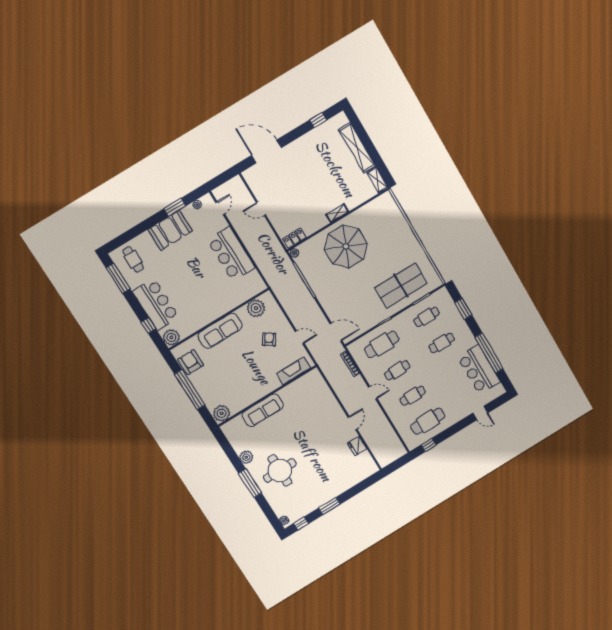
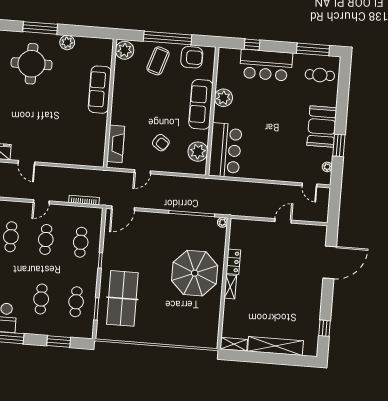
locker: (294, 238) -> (233, 262), moved
bar counter: (231, 254) -> (225, 150), moved, turned 90
plant: (171, 337) -> (223, 98), moved
cafe table: (382, 344) -> (81, 242), width x0.73, depth x0.74
coffee table: (211, 384) -> (158, 61), added

